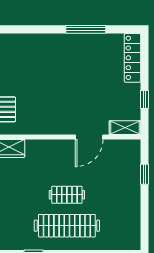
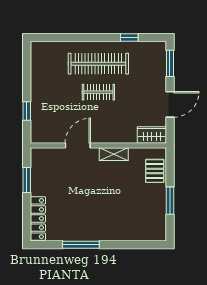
window: (144, 100) -> (27, 180), width x1.50
shelving: (125, 128) -> (114, 154), moved

